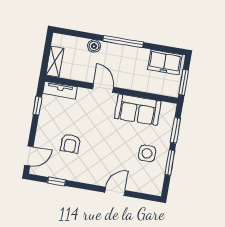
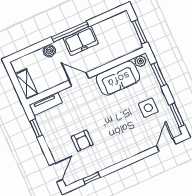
freezer: (165, 62) -> (81, 41), moved
plant: (167, 108) -> (140, 61), added
window: (170, 163) -> (177, 115), moved
door: (115, 191) -> (166, 145), moved

